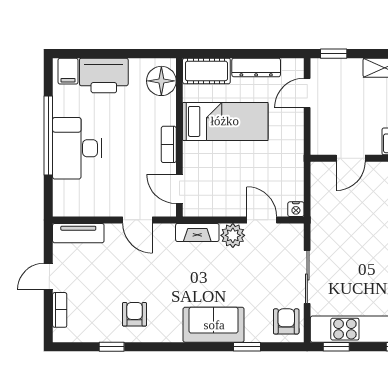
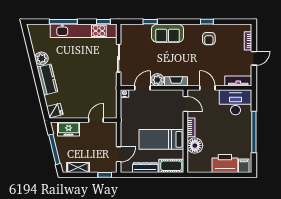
floor lamp: (161, 81) -> (195, 146), moved
desk: (77, 148) -> (236, 102), moved, turned -90
door: (262, 220) -> (142, 88), swing flipped
armchair: (286, 321) -> (130, 35), removed
window: (112, 347) -> (207, 22), moved

